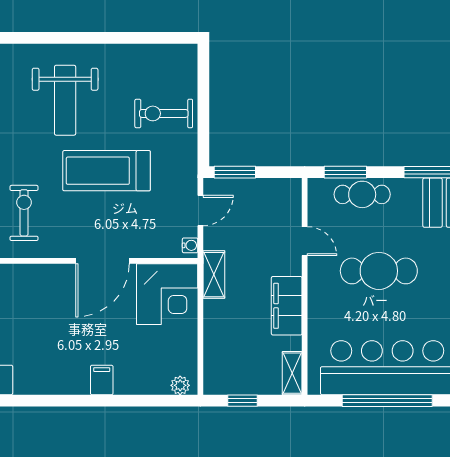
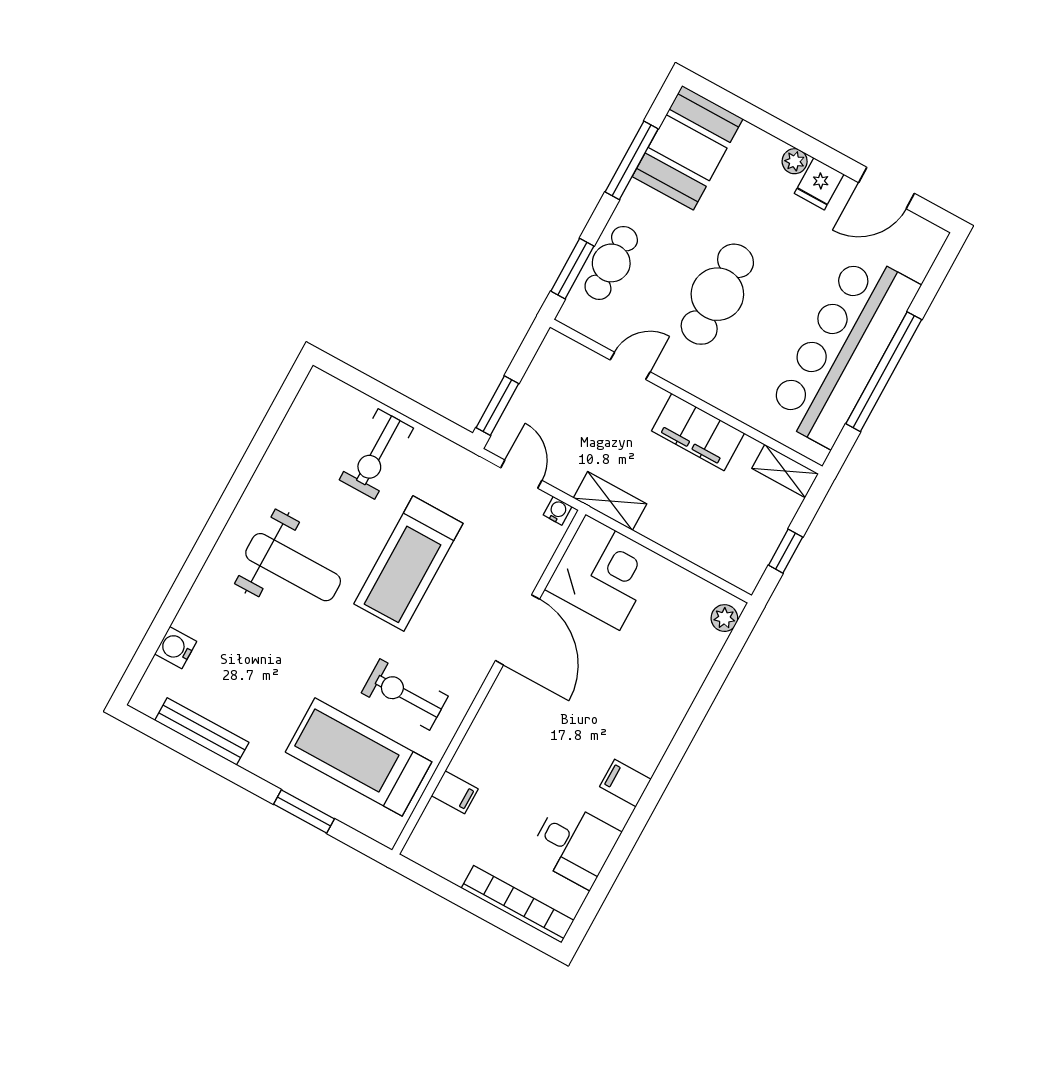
filing cabinet: (102, 380) -> (625, 783), moved

